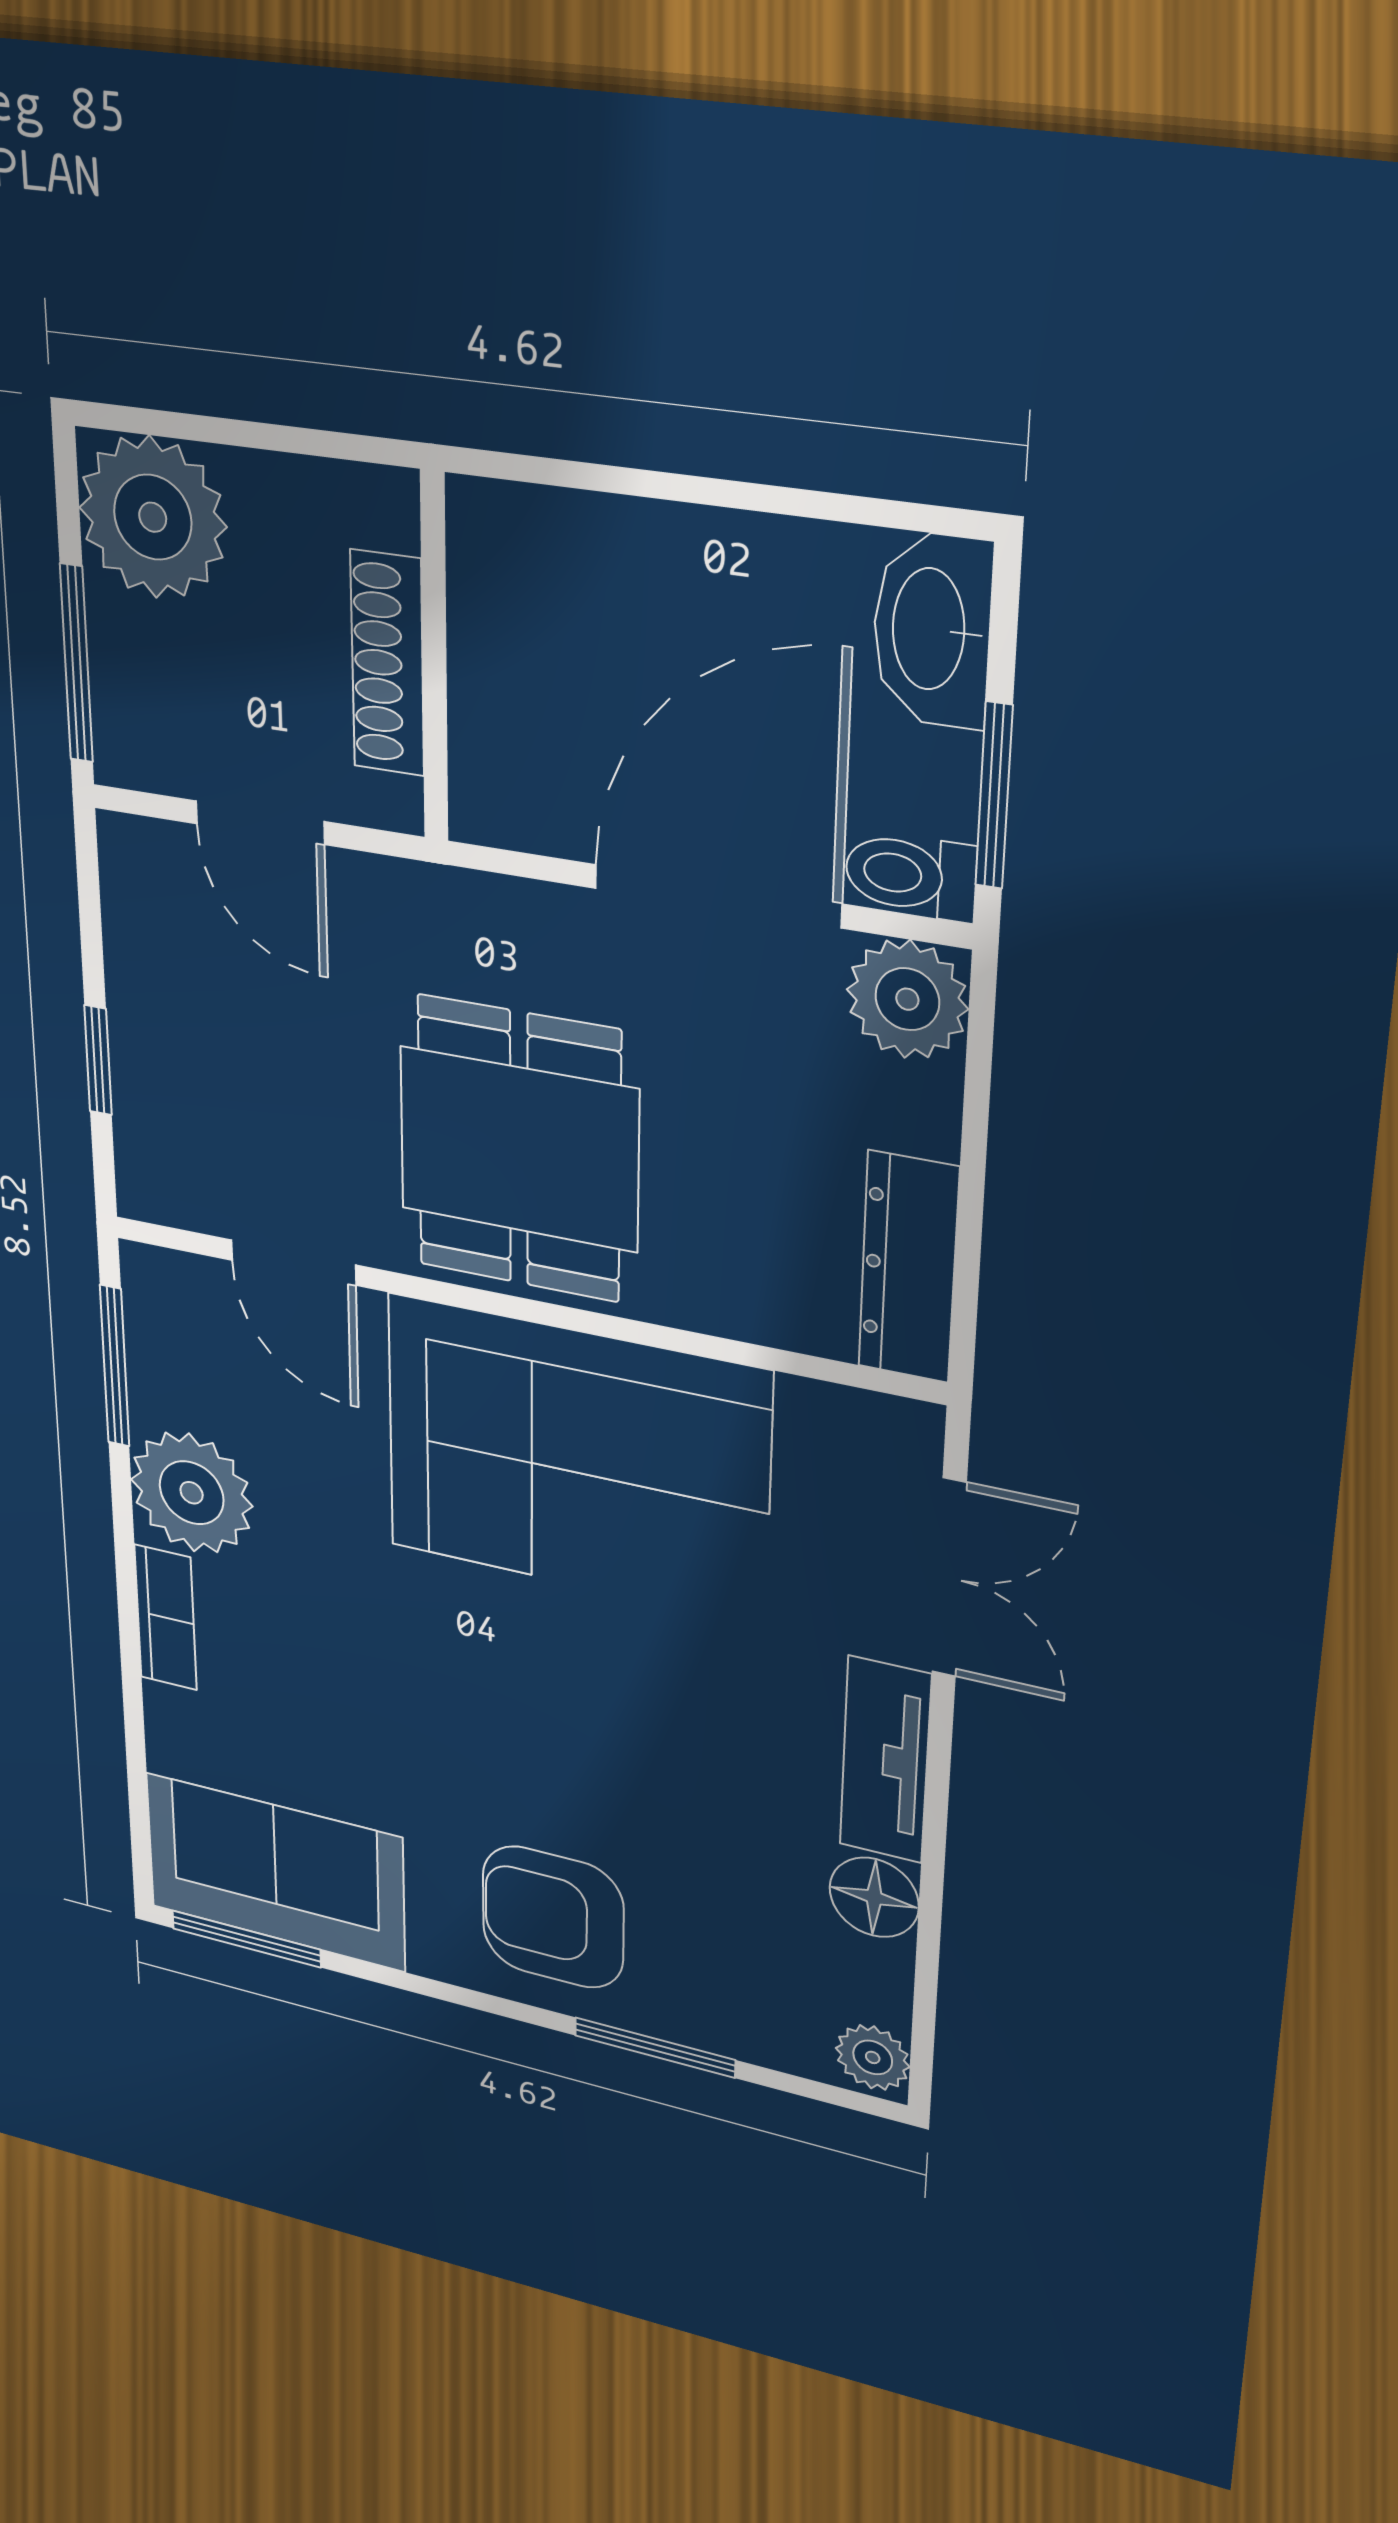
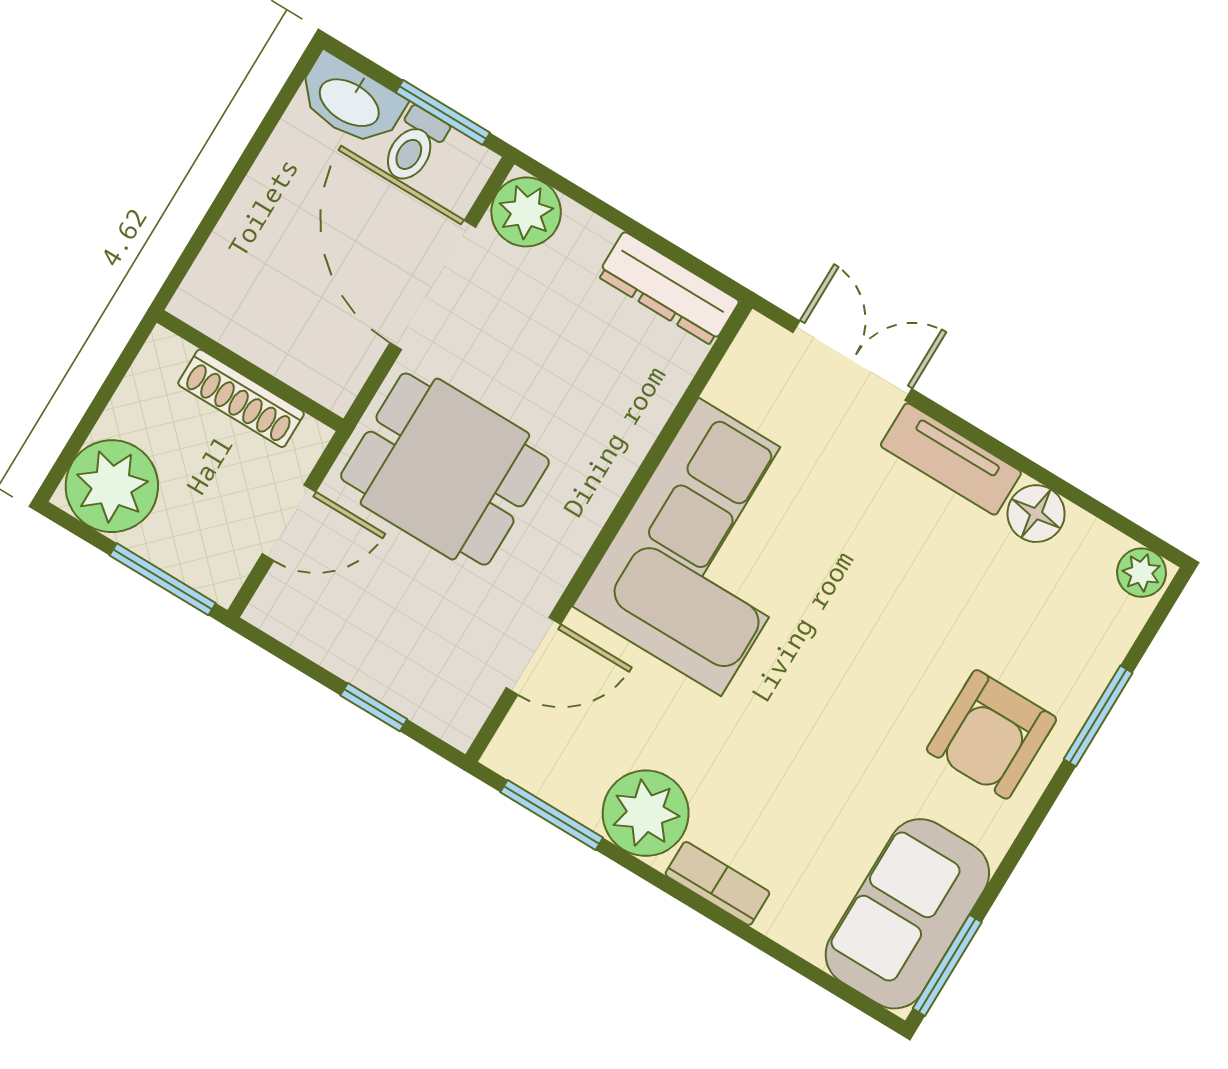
toilet: (911, 875) -> (414, 146), moved
dining table: (519, 1149) -> (445, 469), moved

